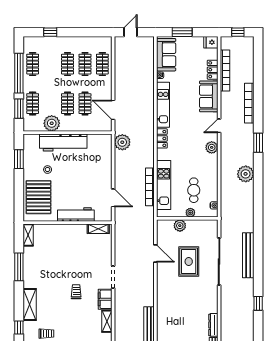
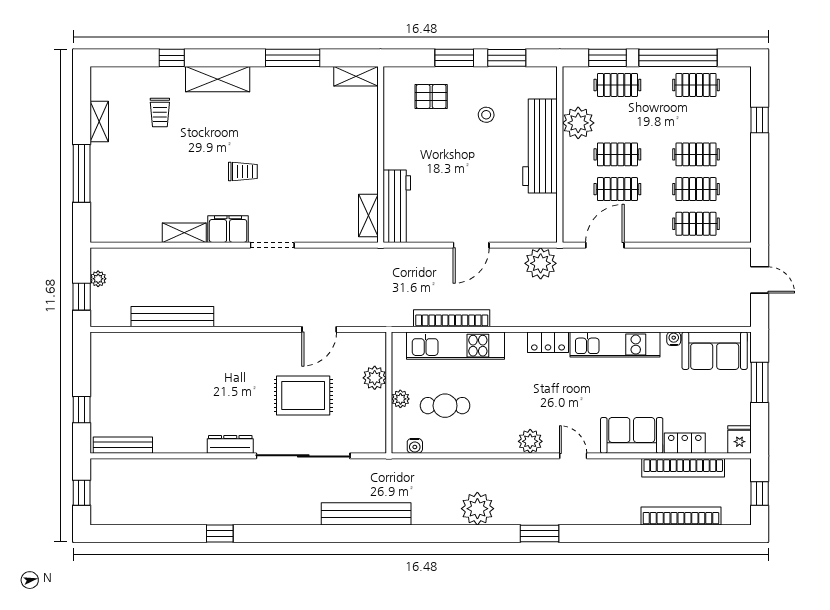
bookcase: (249, 103) -> (681, 516), moved
window: (19, 186) -> (454, 58), added
pallet: (38, 197) -> (431, 97), width x0.49, depth x0.50
door: (113, 198) -> (471, 245), moved
workbench: (76, 214) -> (397, 206), moved
bench: (248, 255) -> (366, 514), moved
dresser: (213, 325) -> (230, 444), moved

